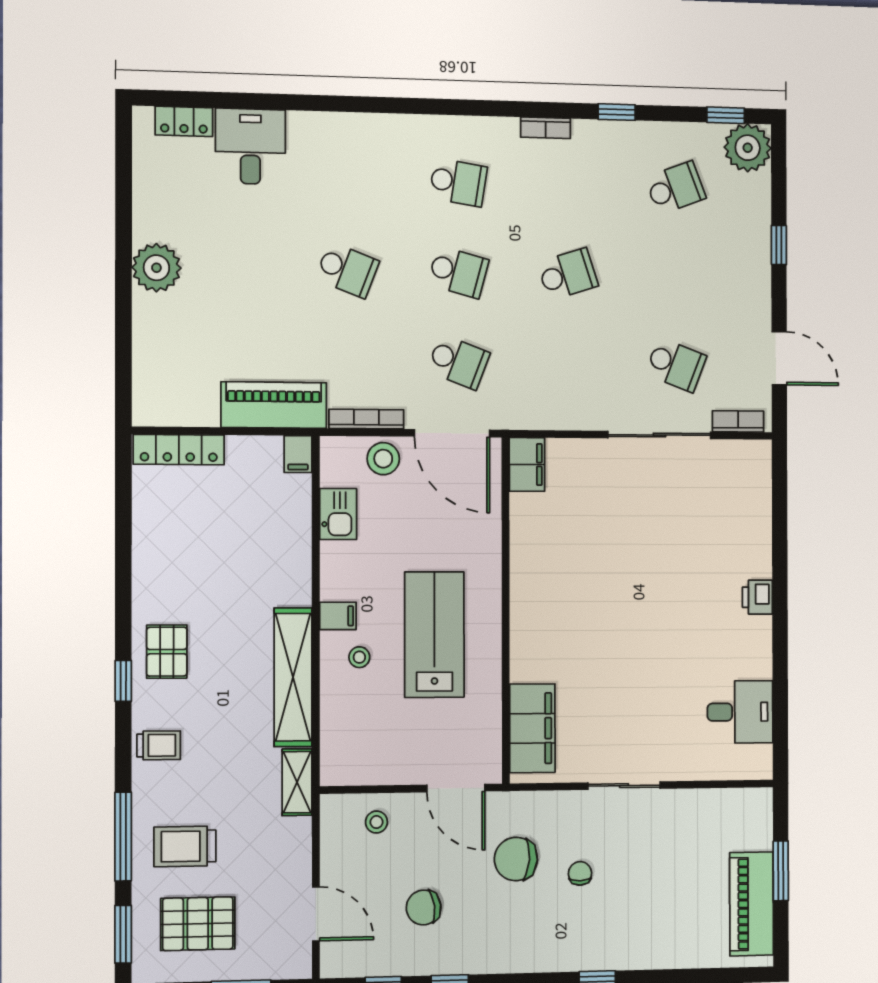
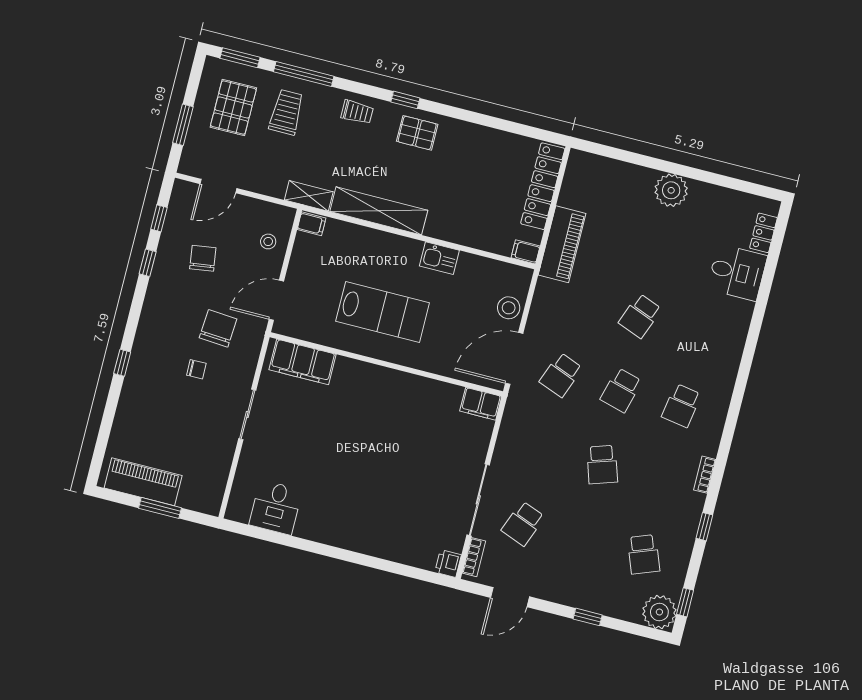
bookcase: (366, 419) -> (538, 303), removed
locker: (179, 450) -> (543, 186), width x1.41, depth x1.21
kitchen sink: (338, 514) -> (439, 258), moved
printer: (757, 597) -> (448, 563), moved, turned -90
filing cabinet: (338, 616) -> (311, 224), moved, turned -90
stool: (359, 657) -> (381, 258), removed
trolley: (159, 745) -> (357, 112), turned -90

